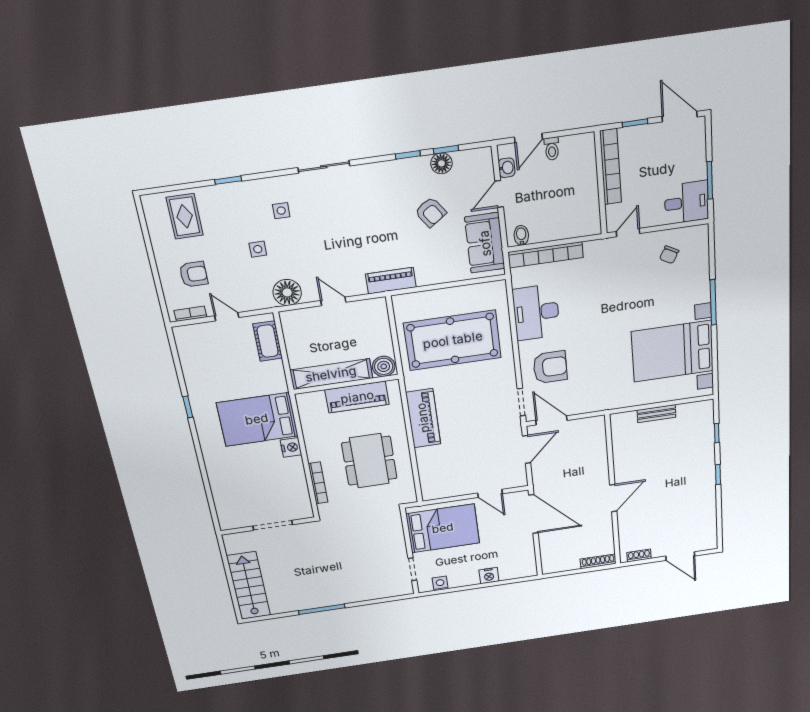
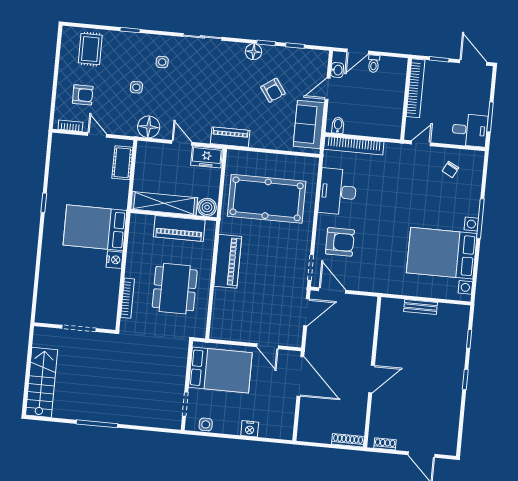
floor lamp: (441, 163) -> (254, 52), moved
freezer: (368, 310) -> (207, 157), added

